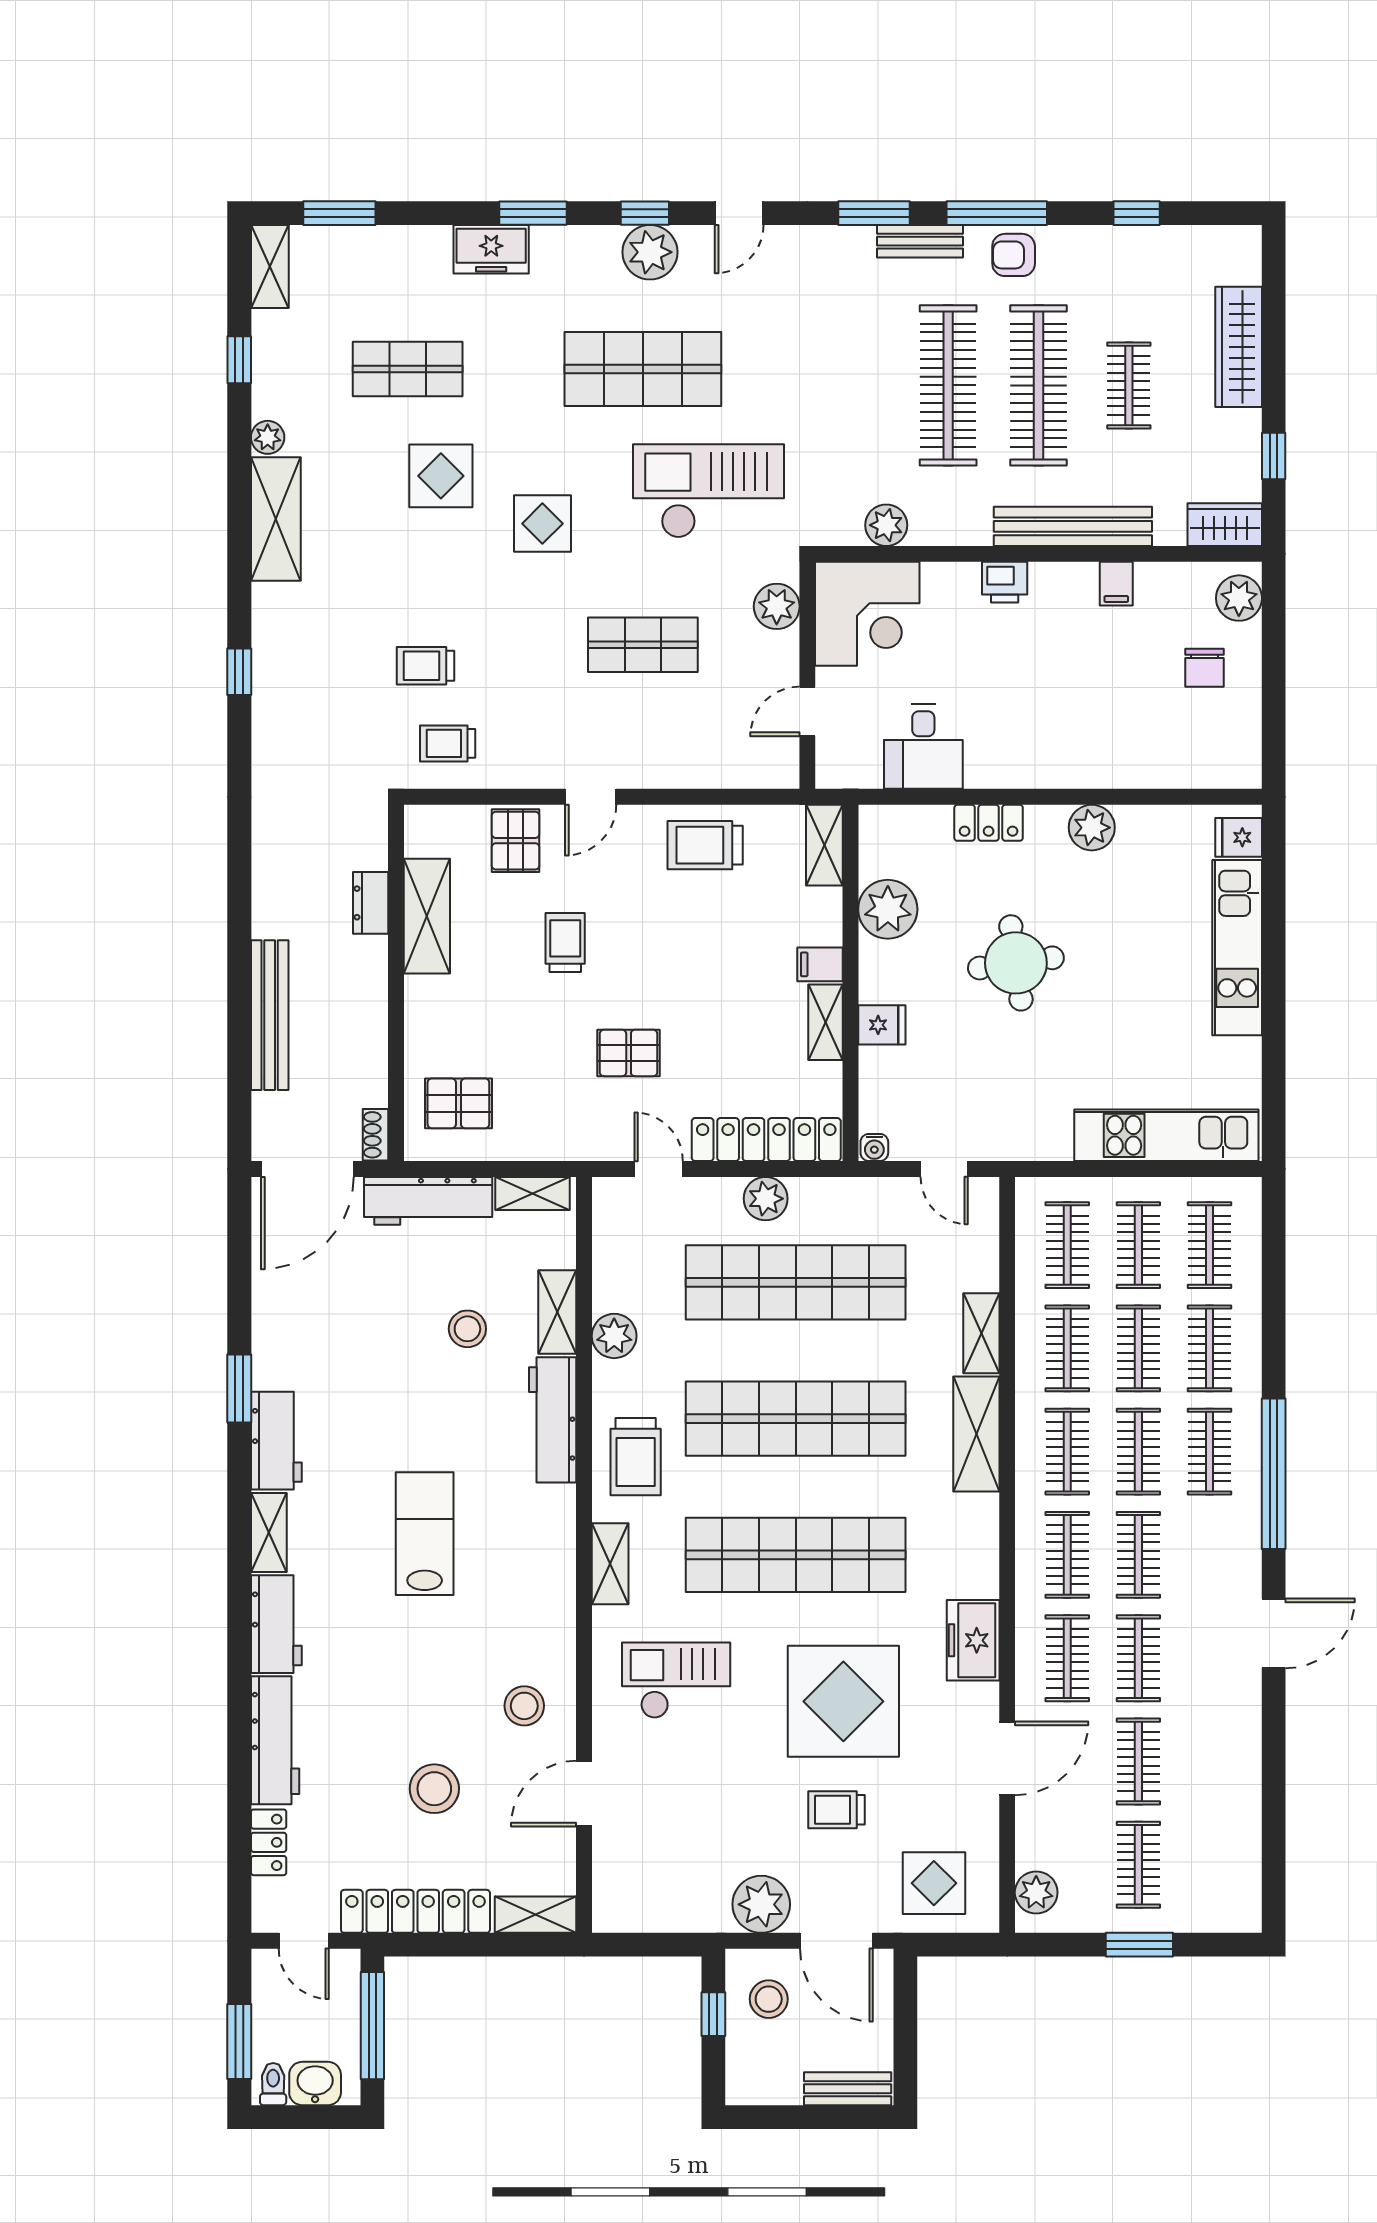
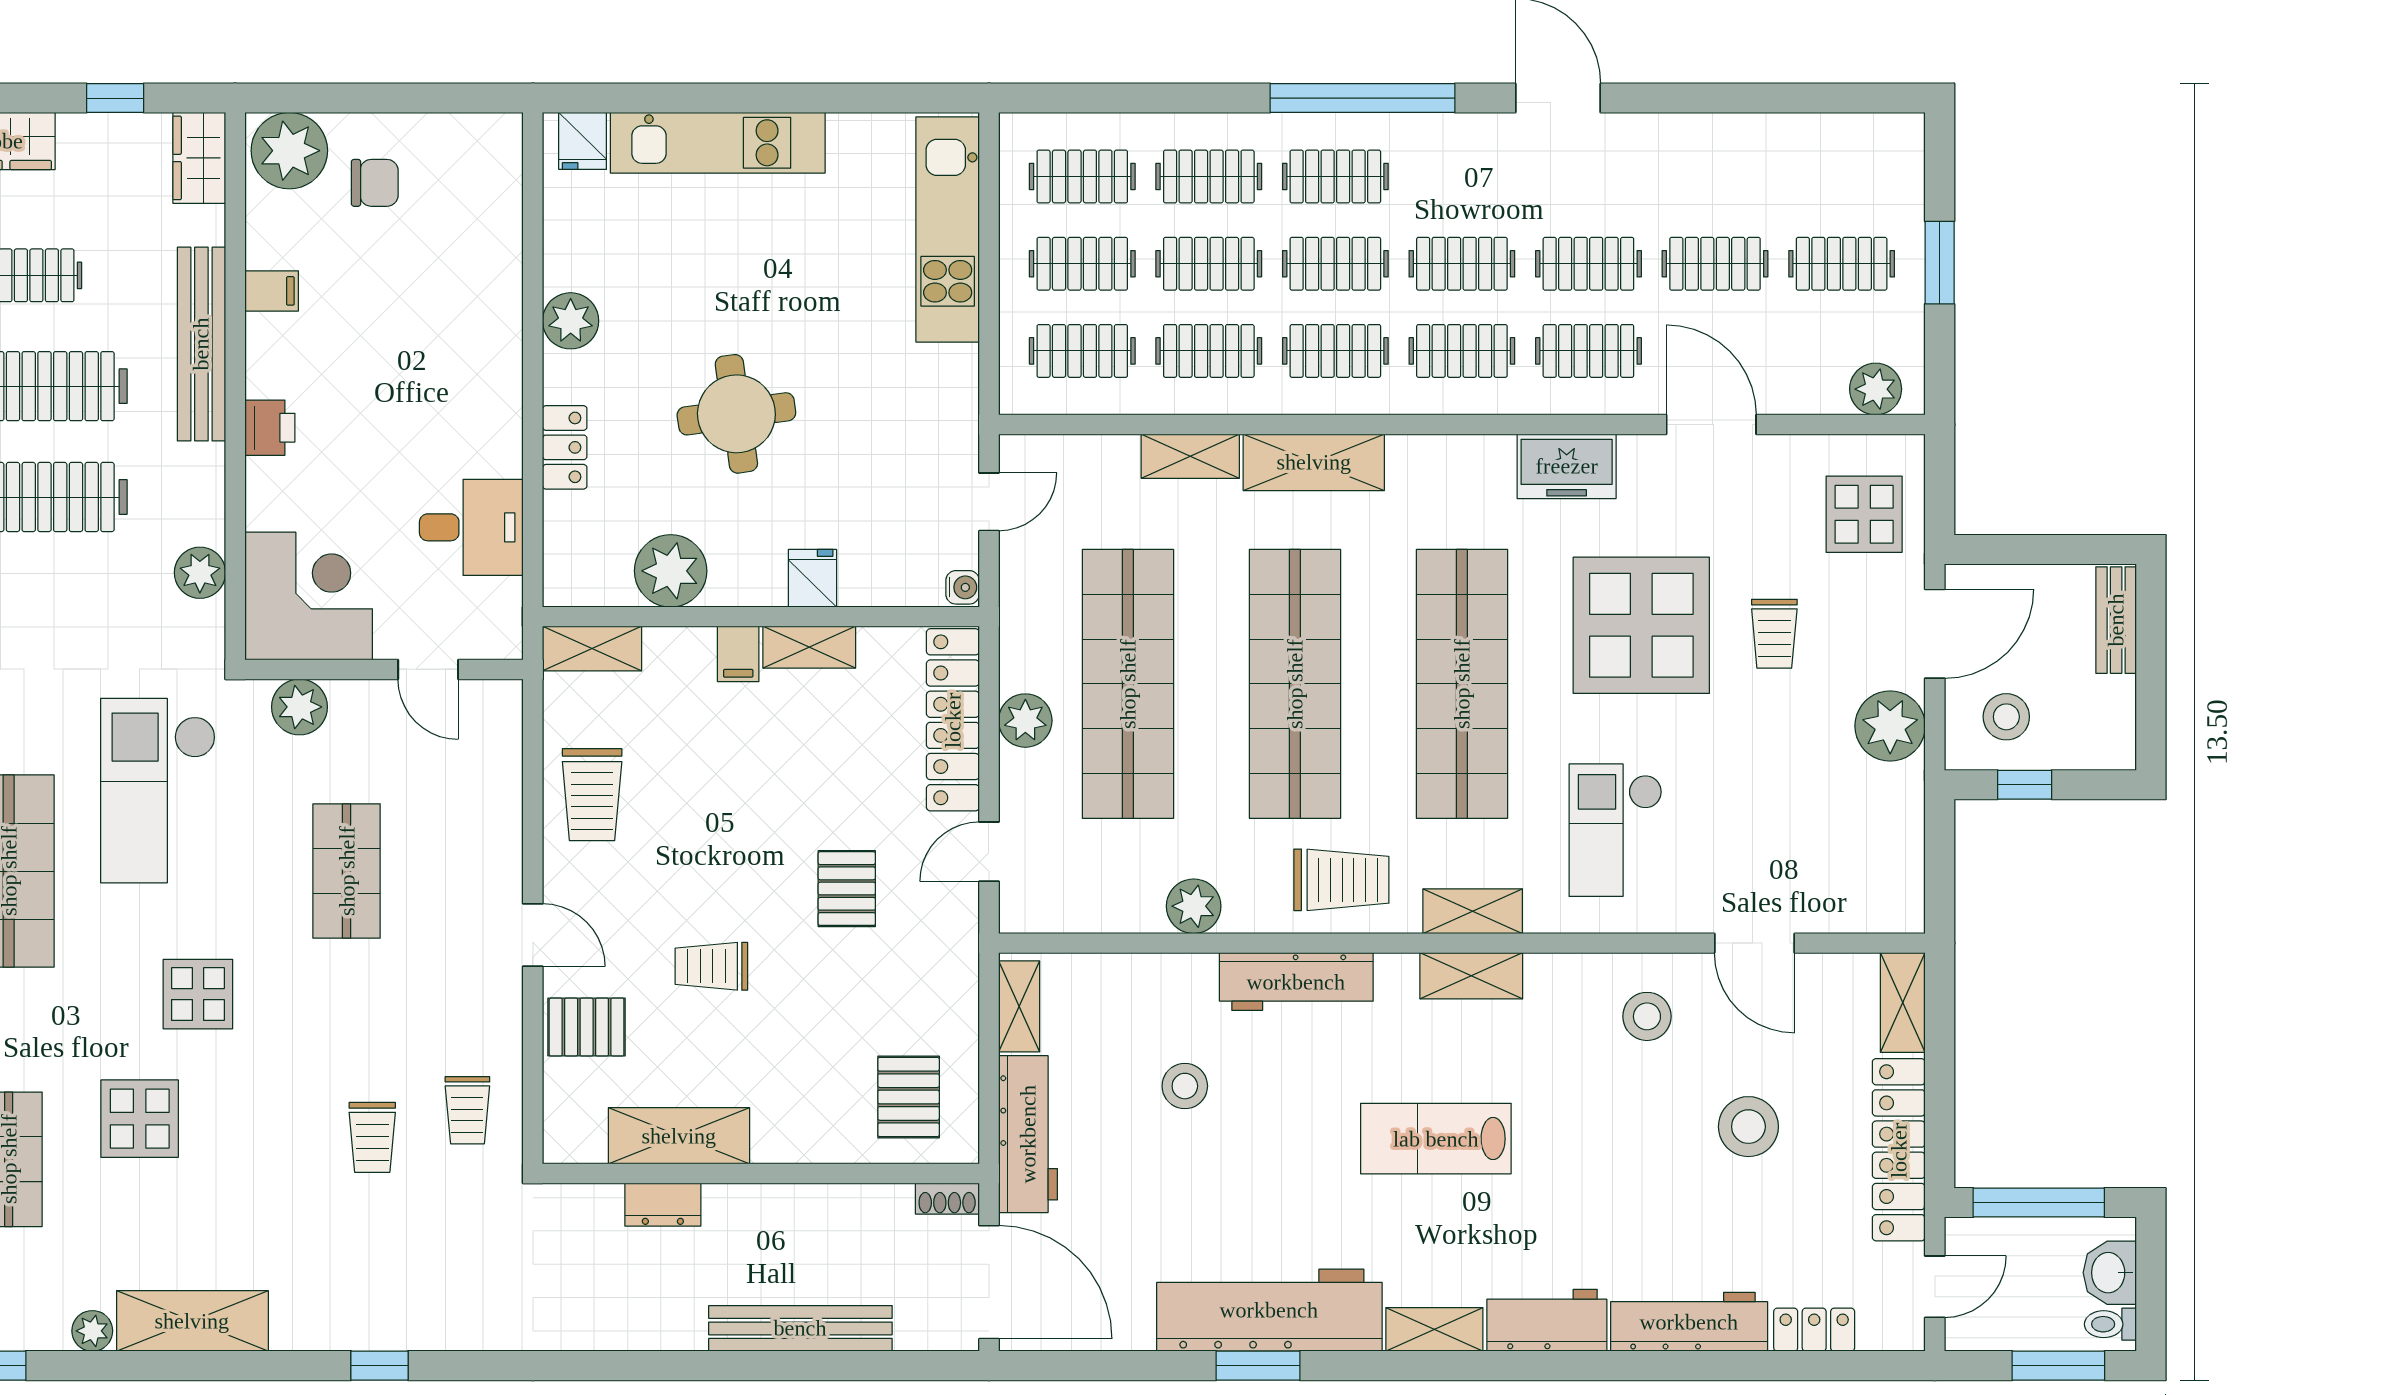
plant: (1239, 598) -> (289, 151), width x1.36, depth x1.36
shelving: (557, 1312) -> (1471, 976), moved
workbench: (276, 1441) -> (1269, 1310), width x1.88, depth x1.32

